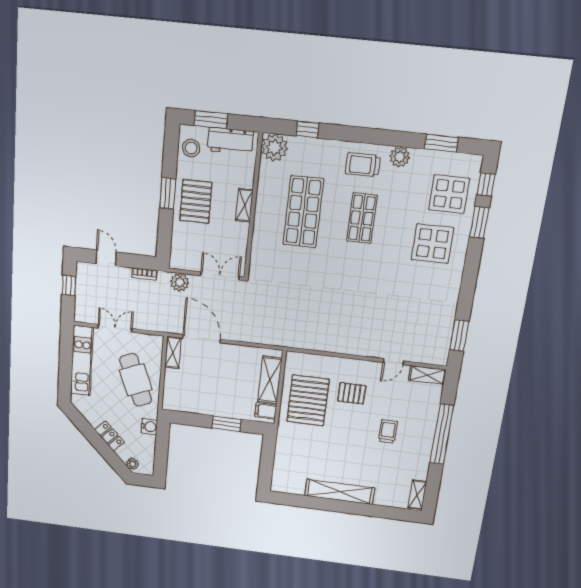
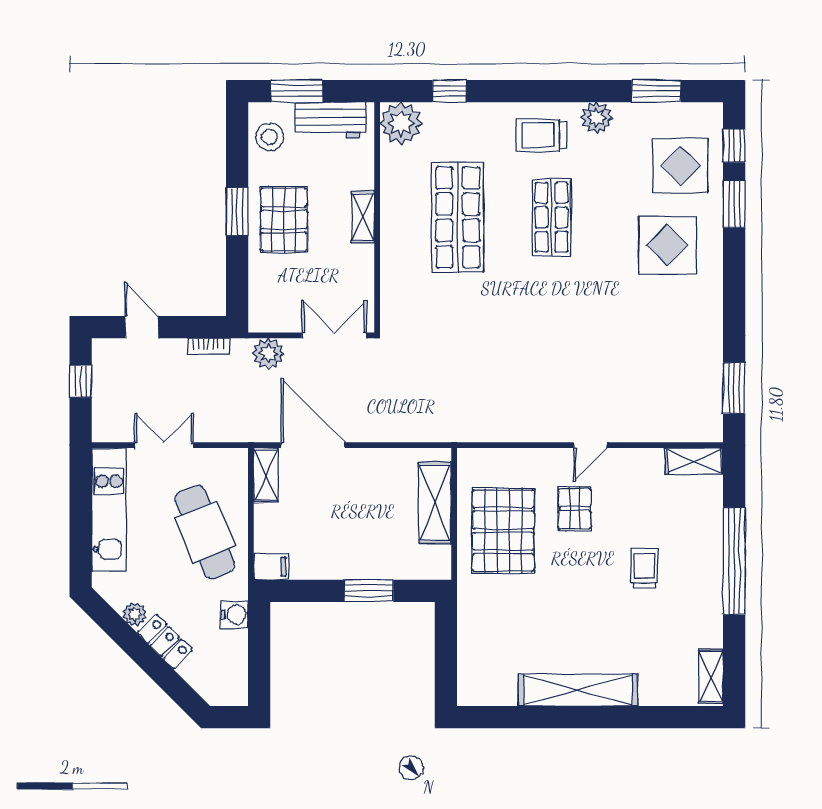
door: (393, 362) -> (590, 445), moved
pallet: (352, 393) -> (575, 509), turned 90
filing cabinet: (266, 411) -> (271, 567), moved, turned 180
plant: (132, 464) -> (135, 614), moved

